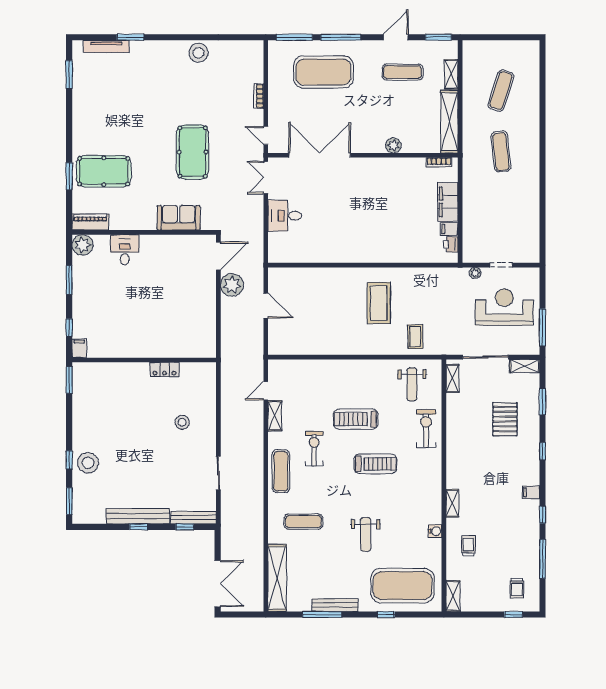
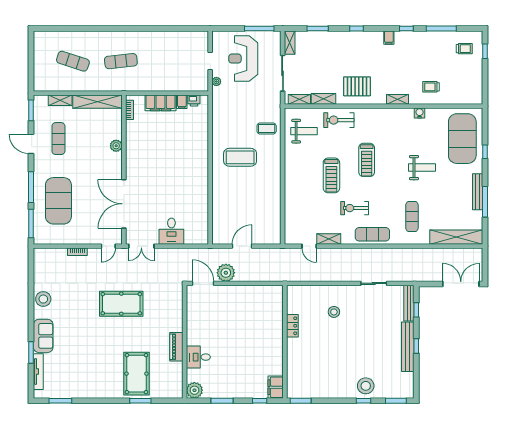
sofa: (179, 218) -> (43, 336), moved, turned 180
piano: (90, 222) -> (176, 347), moved
filing cabinet: (79, 348) -> (276, 387), width x2.00
pallet: (505, 419) -> (357, 86), moved
treadmill: (375, 464) -> (367, 160), turned 180
shelving: (453, 596) -> (324, 99), moved

